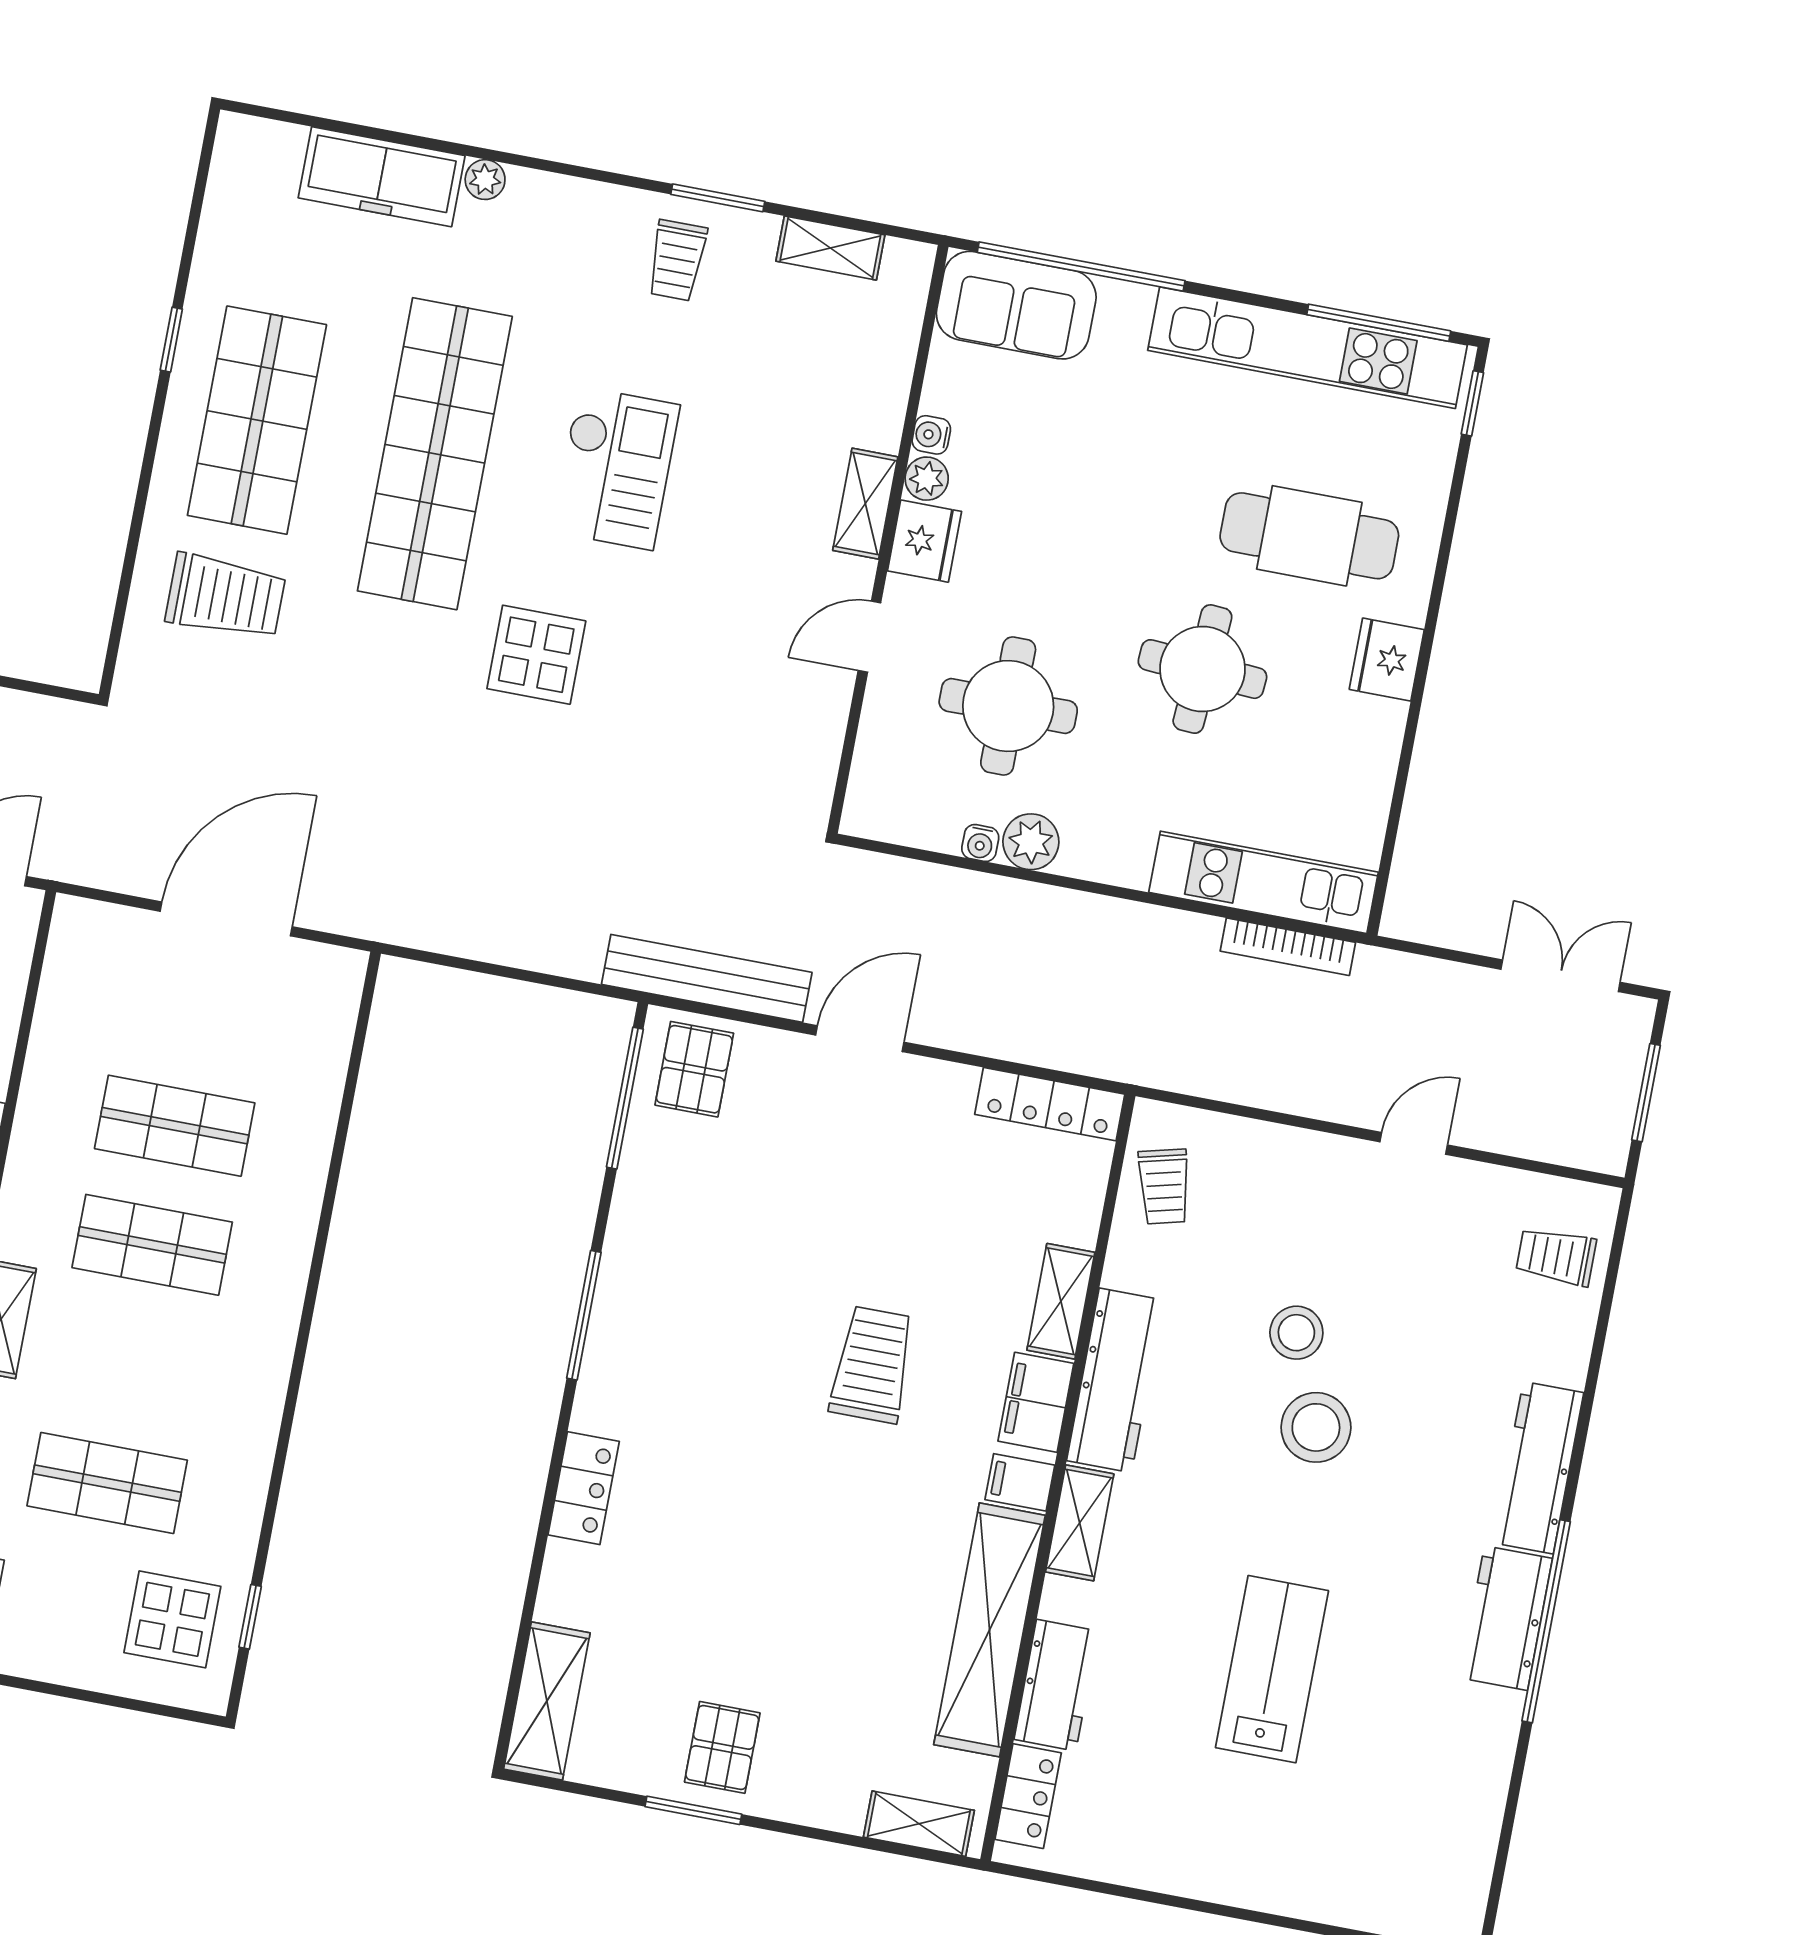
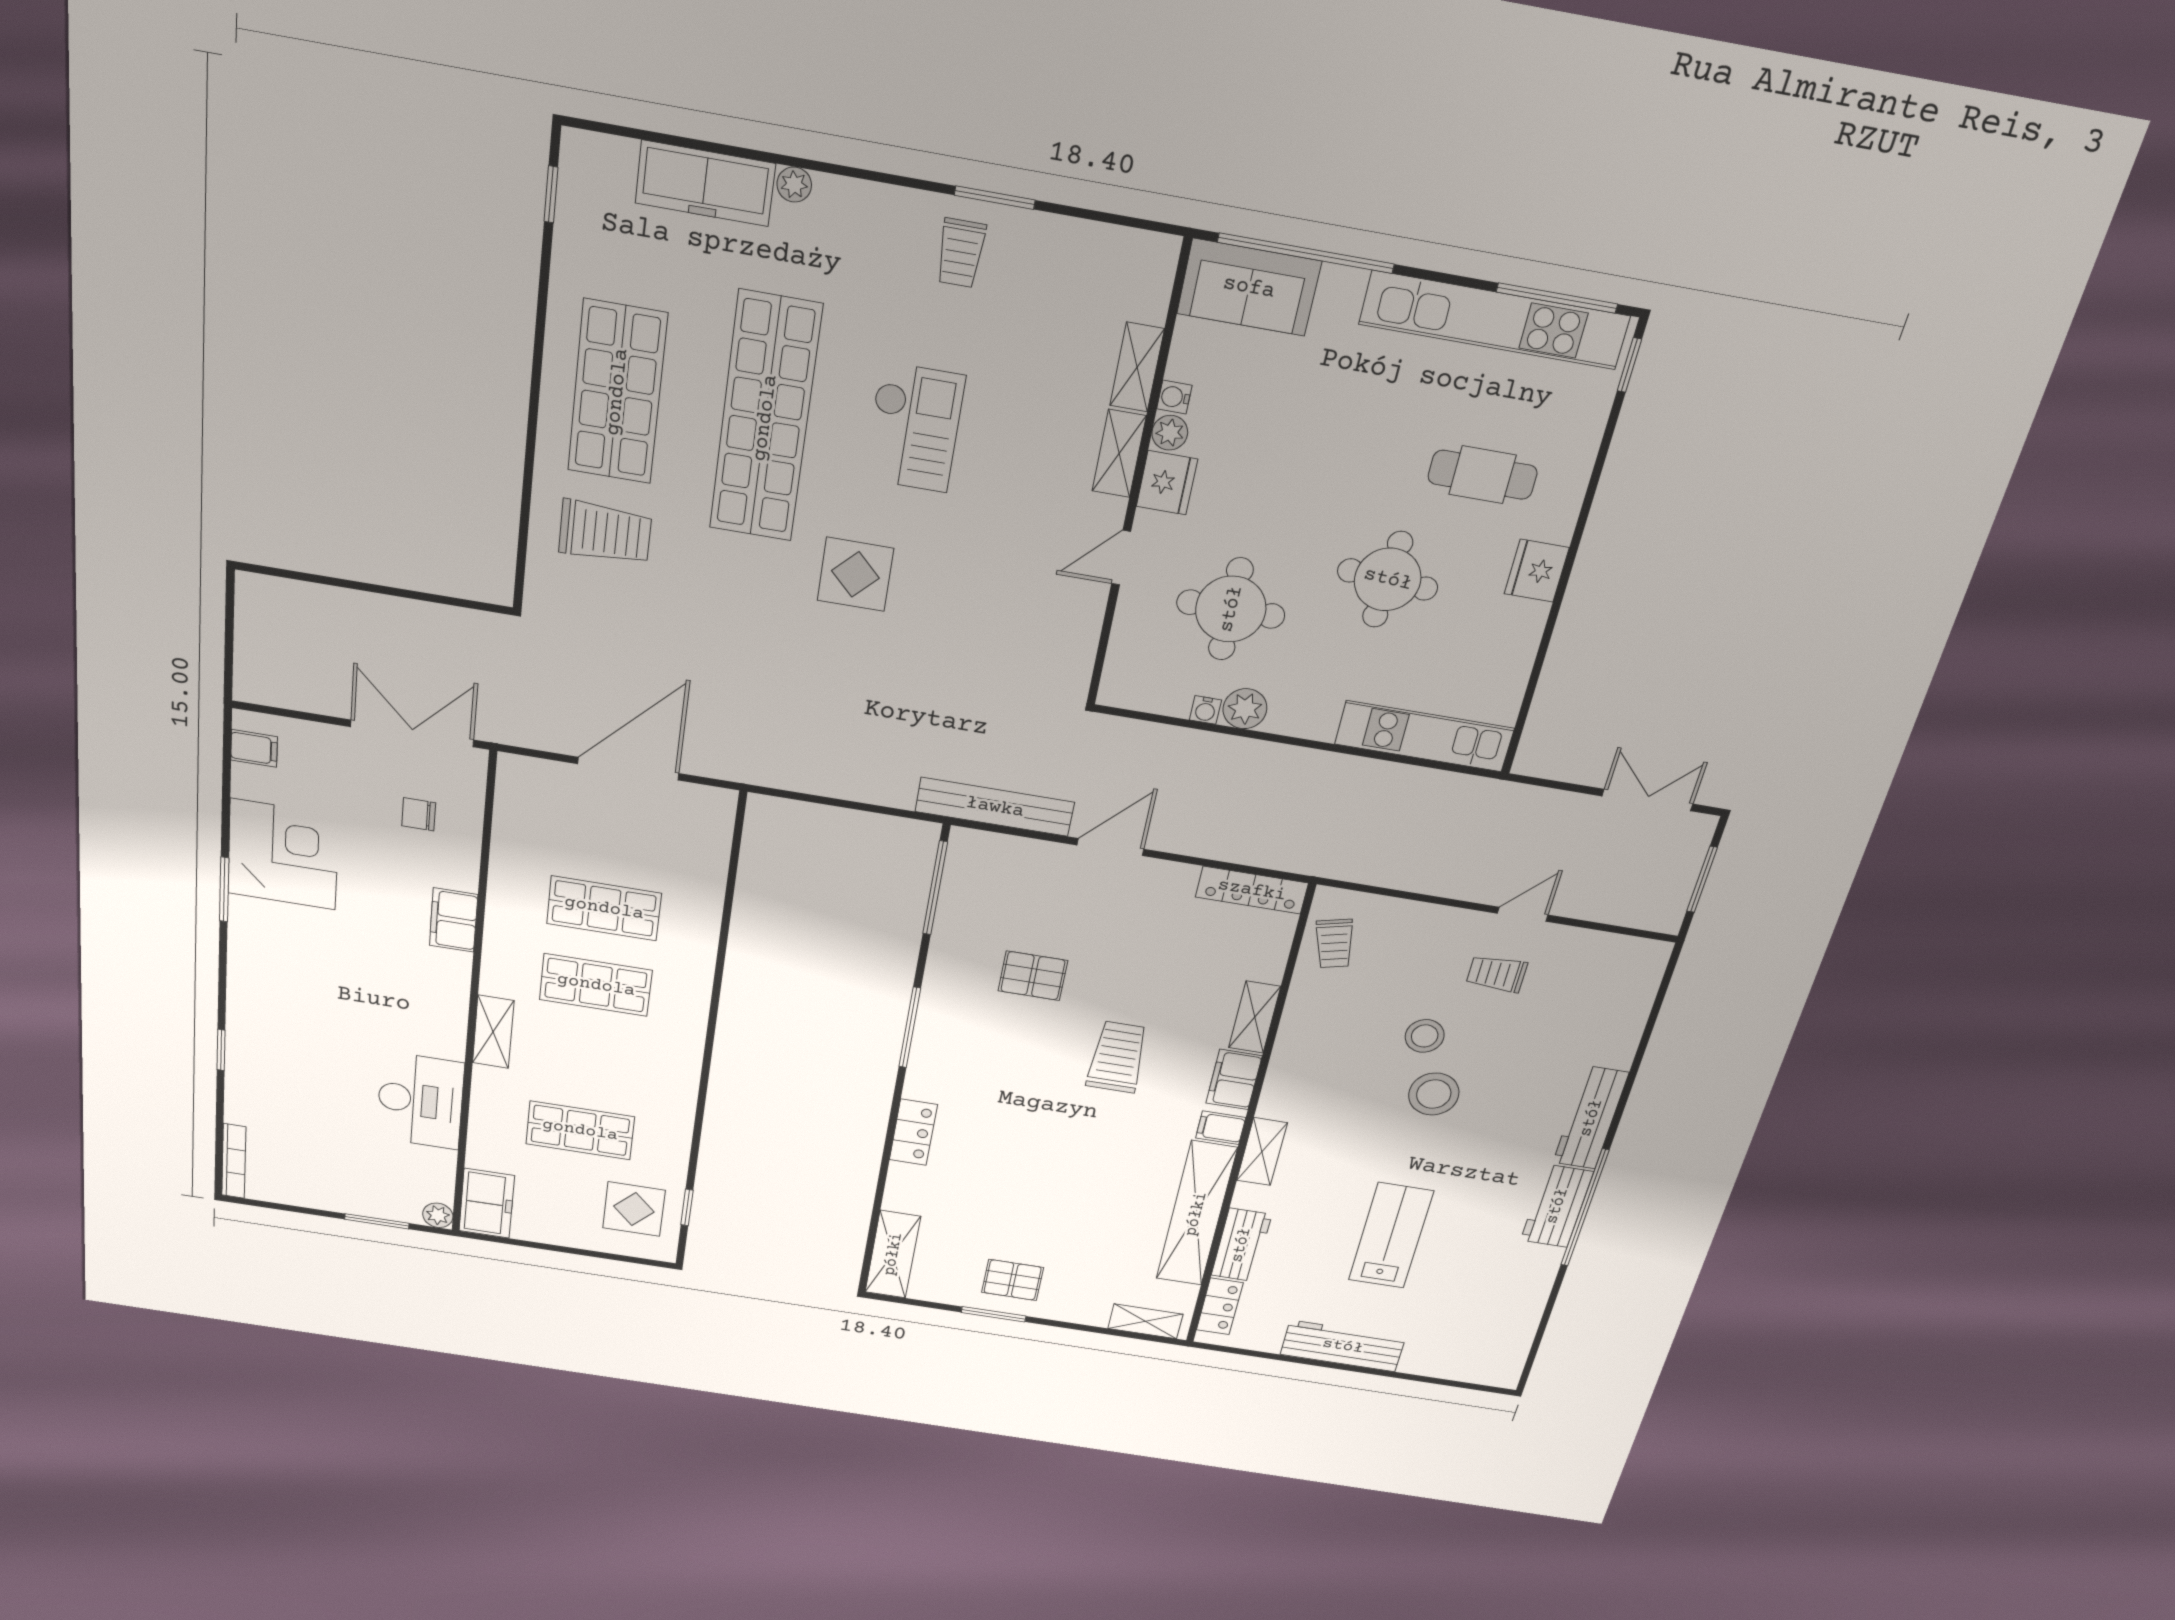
shelving: (830, 248) -> (1137, 367), moved, turned 90
window: (171, 340) -> (551, 194), moved
cafe table: (1309, 536) -> (1483, 475), width x0.73, depth x0.74
bookcase: (1288, 947) -> (1439, 781), removed
pallet: (694, 1069) -> (1033, 976), moved, turned 90
trolley: (1556, 1256) -> (1497, 974), moved
workbench: (1115, 1380) -> (1343, 1346), moved, turned -90
pallet: (722, 1747) -> (1013, 1280), turned 90

